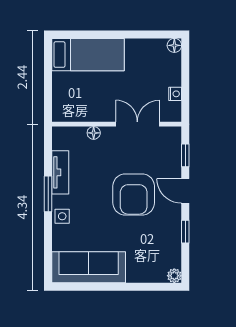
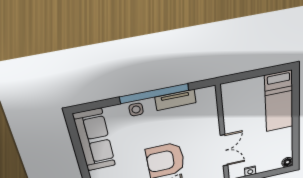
floor lamp: (94, 133) -> (213, 120), removed
window: (48, 194) -> (154, 94), width x2.11

